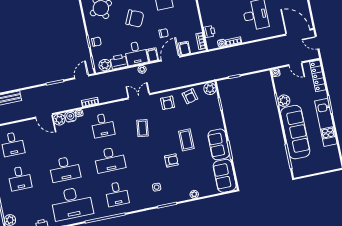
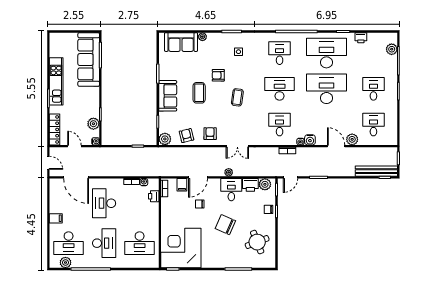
door: (298, 32) -> (76, 177), moved
filing cabinet: (152, 55) -> (215, 185), removed
plant: (284, 101) -> (93, 124), moved
plant: (59, 120) -> (352, 139), moved
coffee table: (143, 128) -> (237, 97), moved
sofa: (295, 132) -> (89, 60), moved
sofa: (219, 144) -> (168, 96), moved
desk: (65, 169) -> (326, 89), width x1.36, depth x1.30
sofa: (225, 176) -> (181, 42), moved, turned 90

